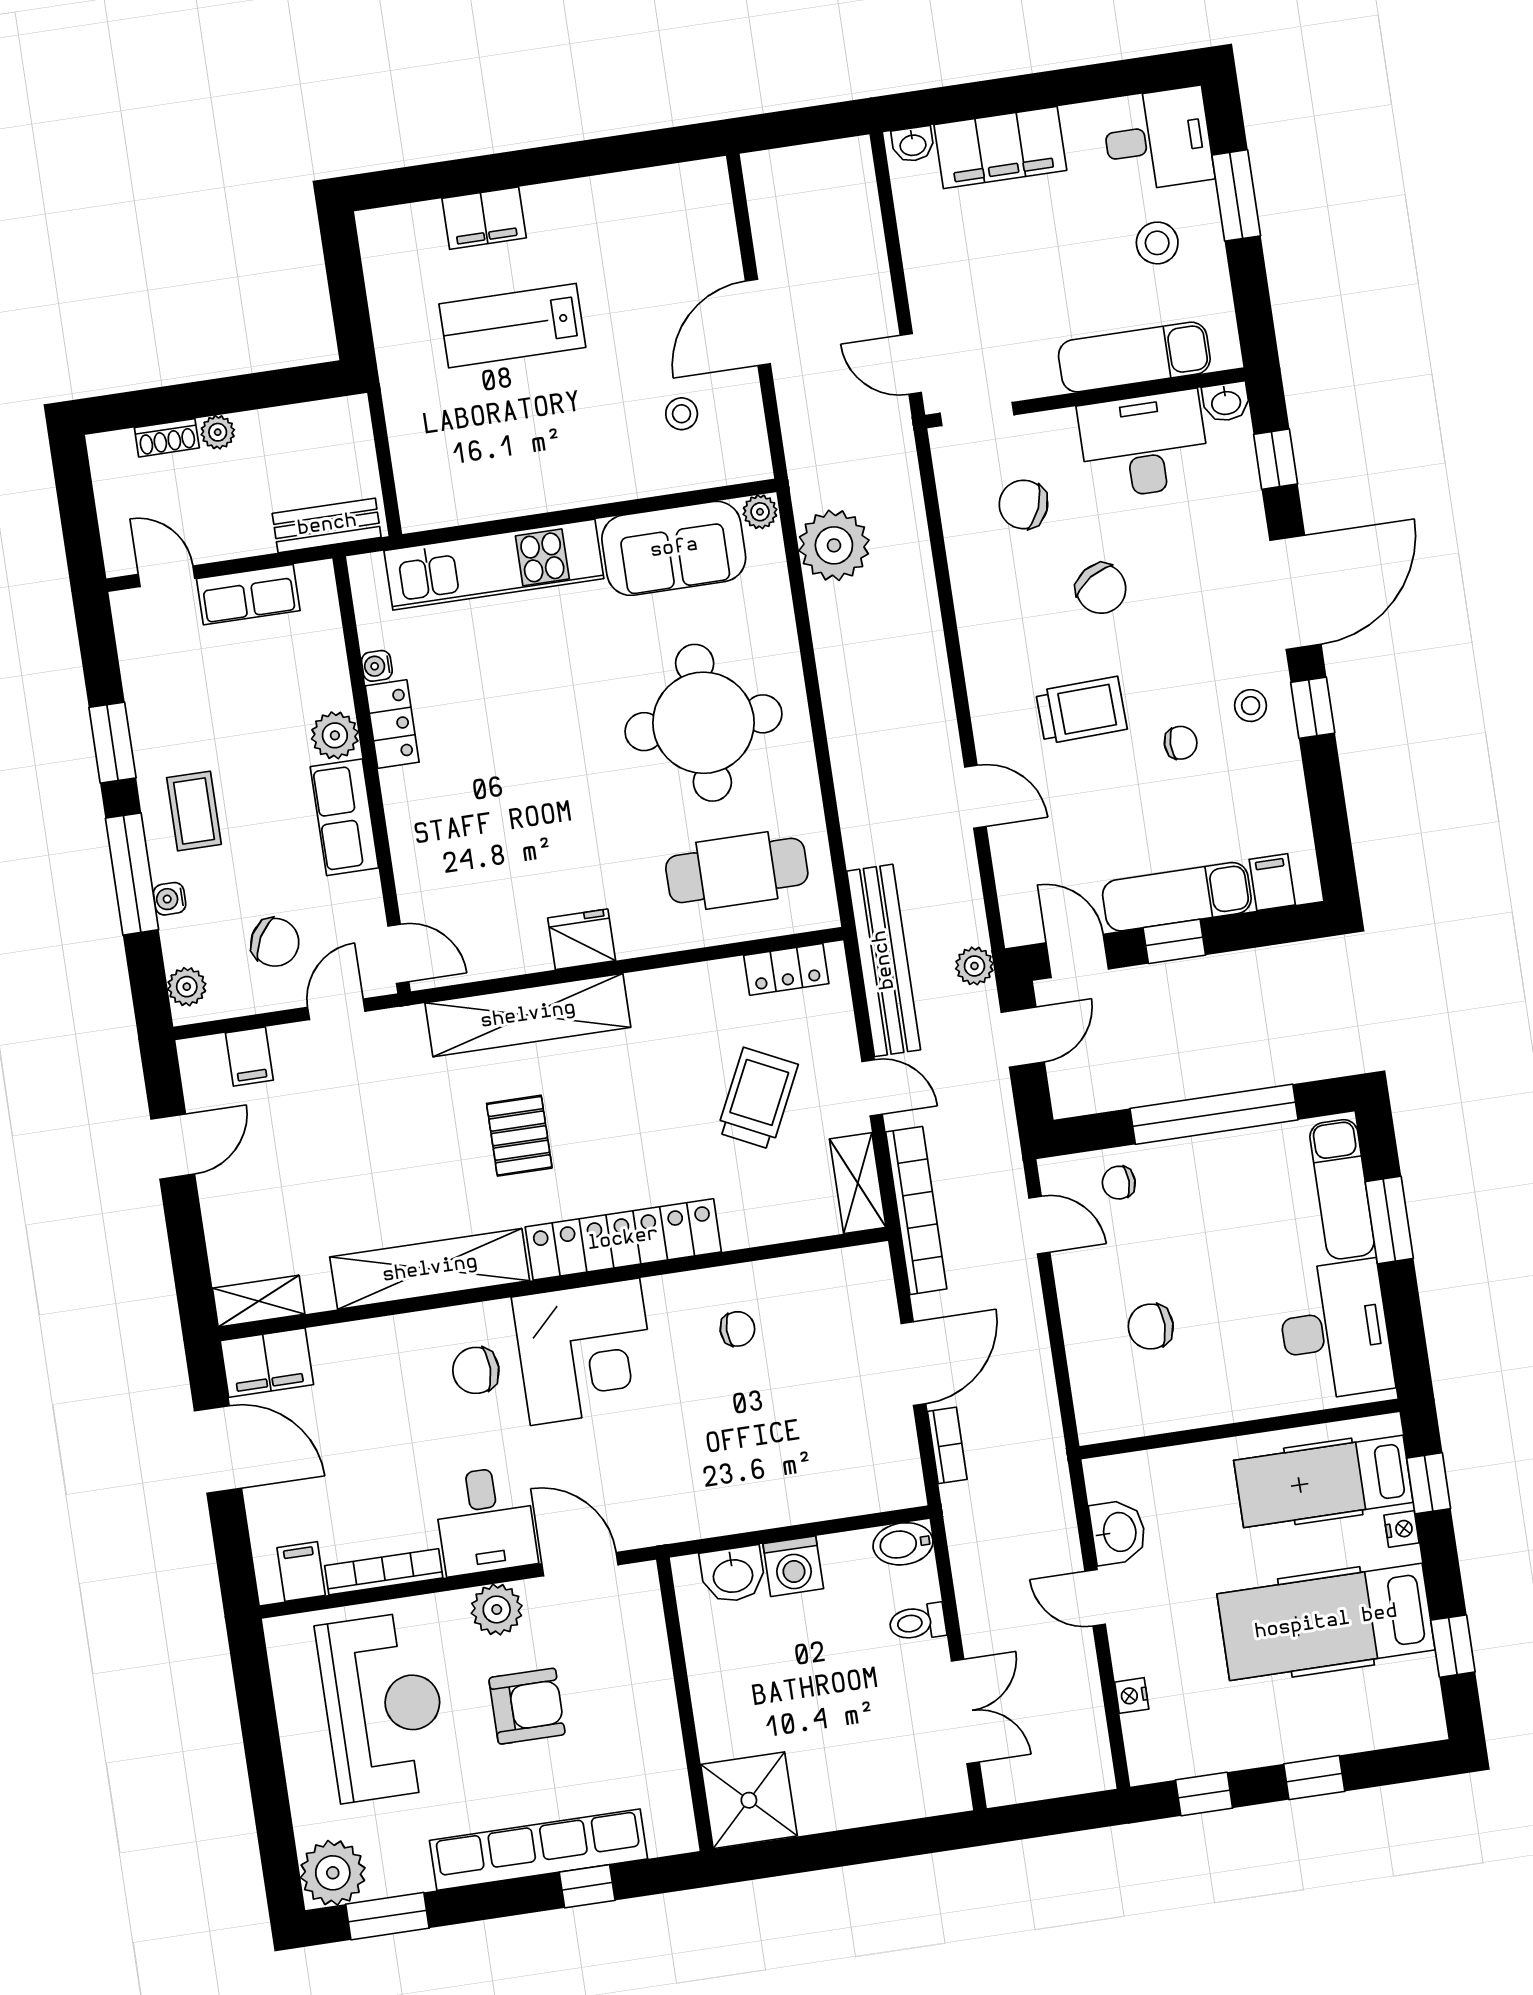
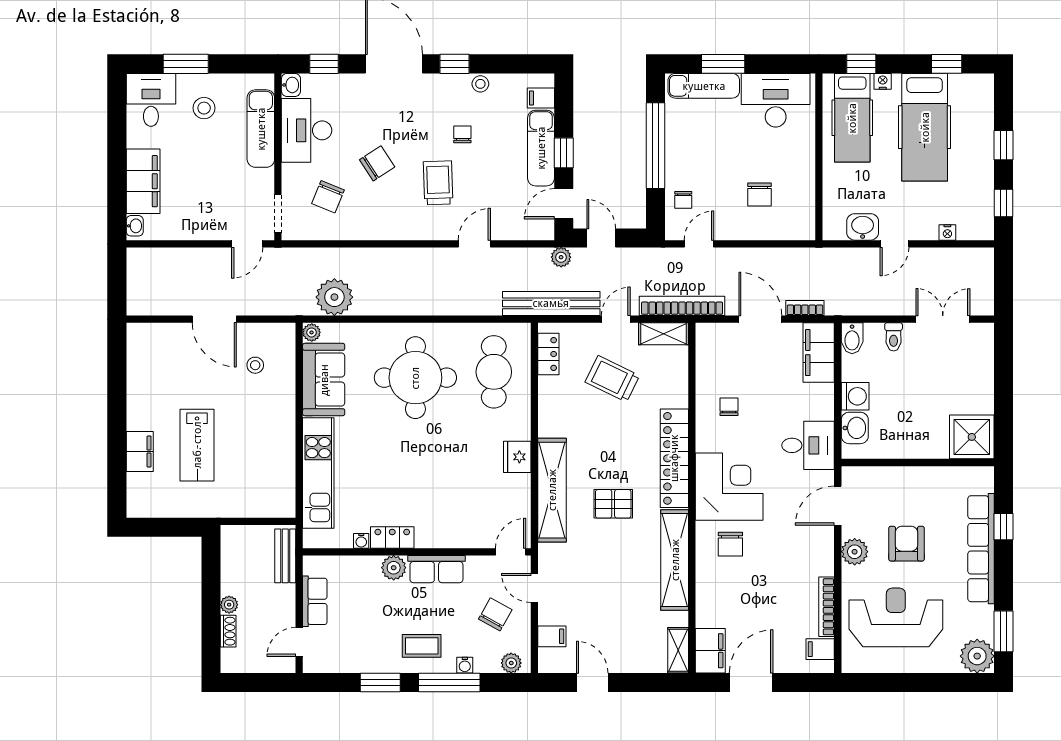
stool: (1251, 706) -> (480, 84), moved
filing cabinet: (866, 1484) -> (819, 353), added
desk: (485, 1520) -> (808, 445), moved

